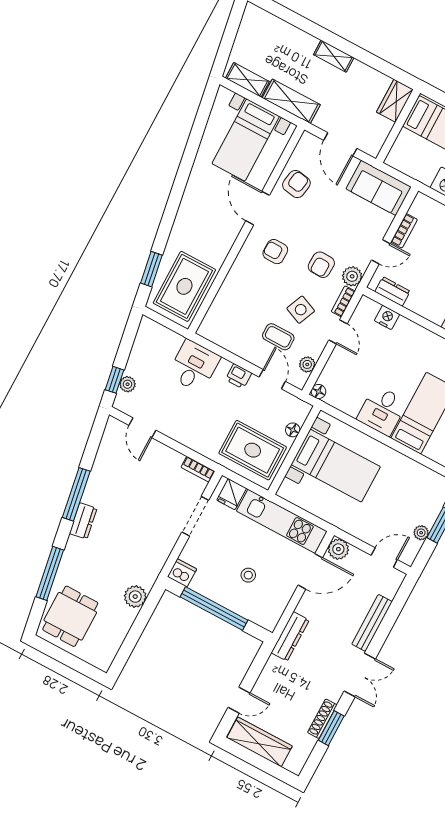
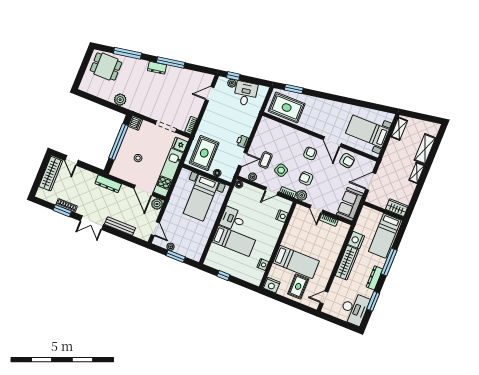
shelving: (291, 101) -> (425, 149), moved
door: (258, 208) -> (332, 142), swing flipped
dresser: (392, 291) -> (296, 218), removed
desk: (194, 366) -> (246, 94), moved, turned -100

